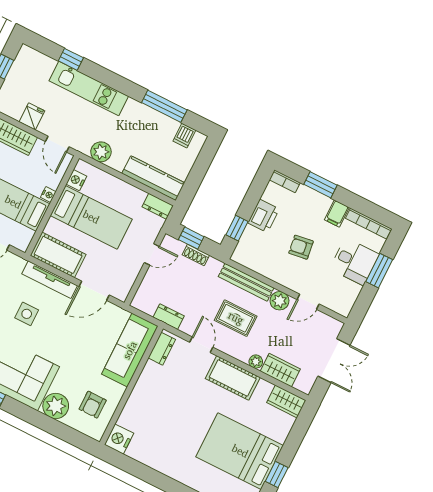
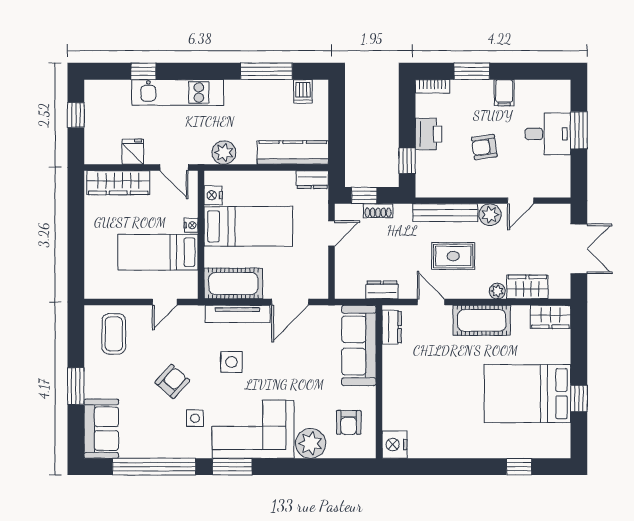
bookcase: (369, 223) -> (543, 86), removed

